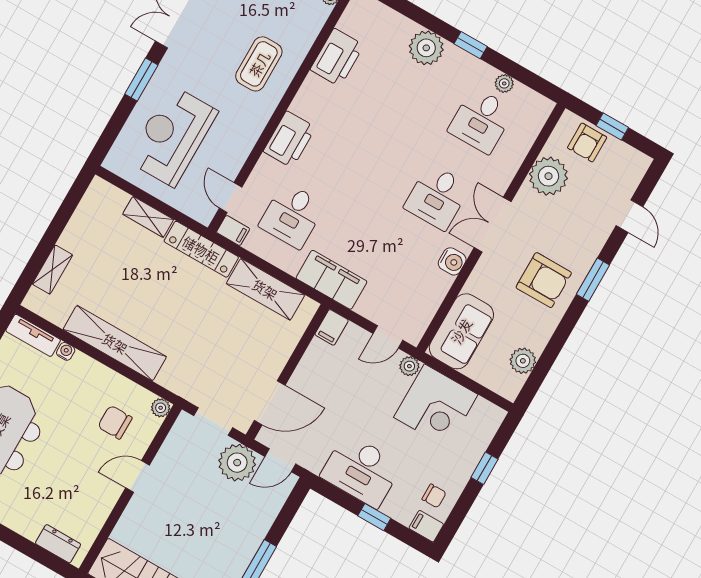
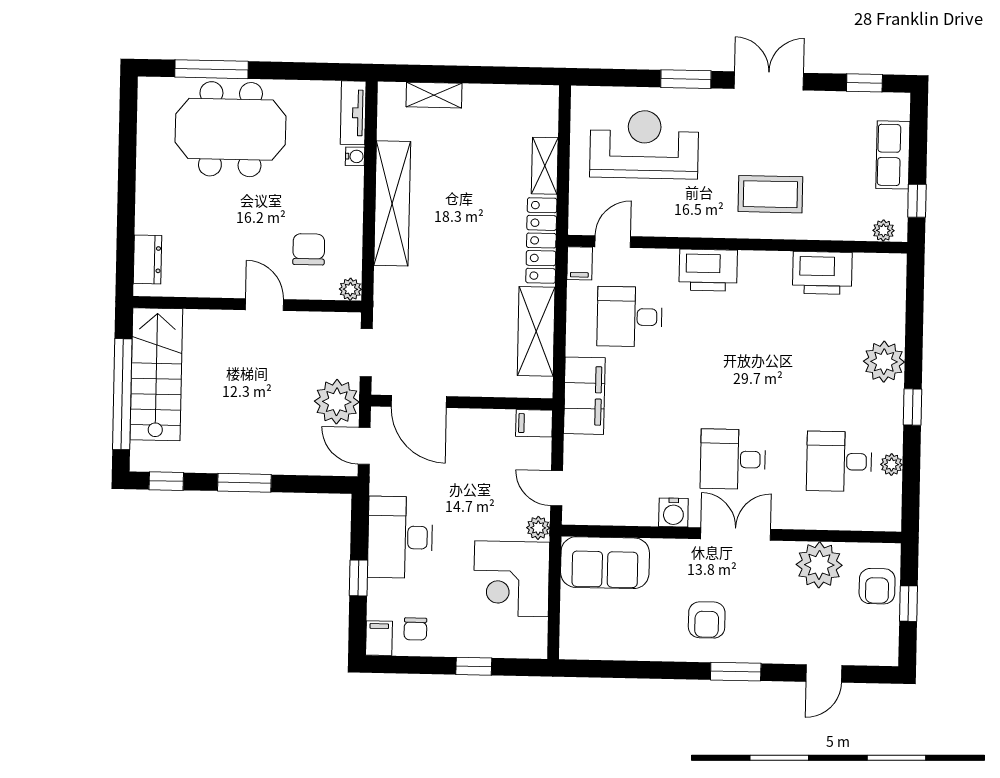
armchair: (587, 143) -> (877, 586), turned -90
armchair: (544, 280) -> (707, 620), width x0.72, depth x0.72
plant: (523, 361) -> (609, 645), removed

